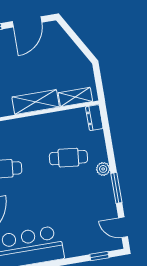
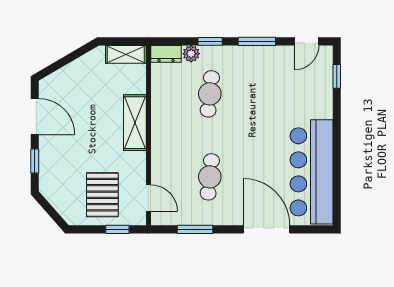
shelving: (75, 97) -> (126, 54), moved, turned 90
window: (110, 151) -> (210, 41), added
plant: (103, 169) -> (191, 54), moved

